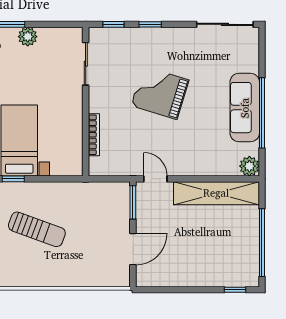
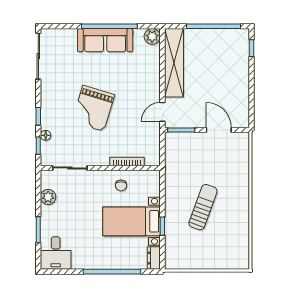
floor lamp: (126, 33) -> (46, 135), added
plant: (28, 37) -> (48, 197), moved
chair: (64, 127) -> (121, 185), added

